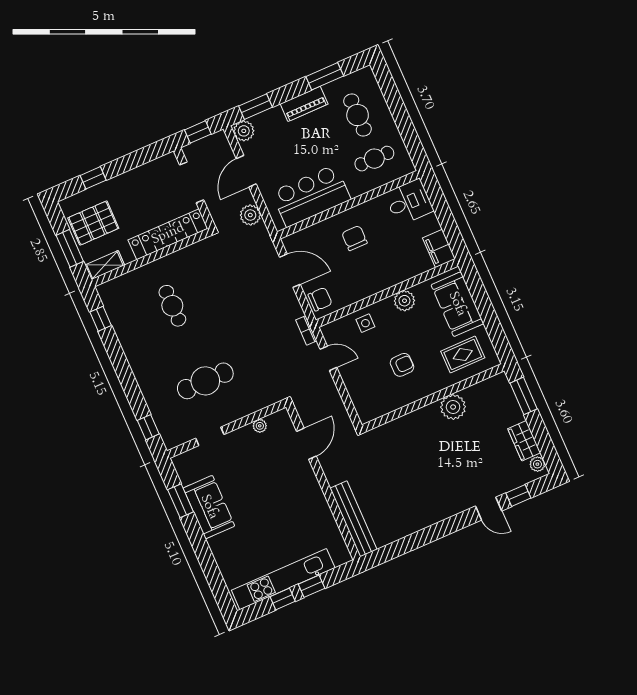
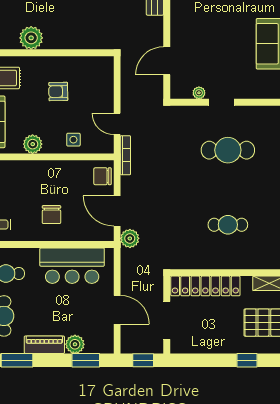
plant: (244, 131) -> (75, 344), moved
door: (246, 171) -> (117, 310), hinge flipped
plant: (250, 215) -> (130, 238), moved
cafe table: (172, 306) -> (228, 225), turned 90
bookcase: (306, 330) -> (125, 155), width x1.56
doorway: (210, 436) -> (222, 102), moved

